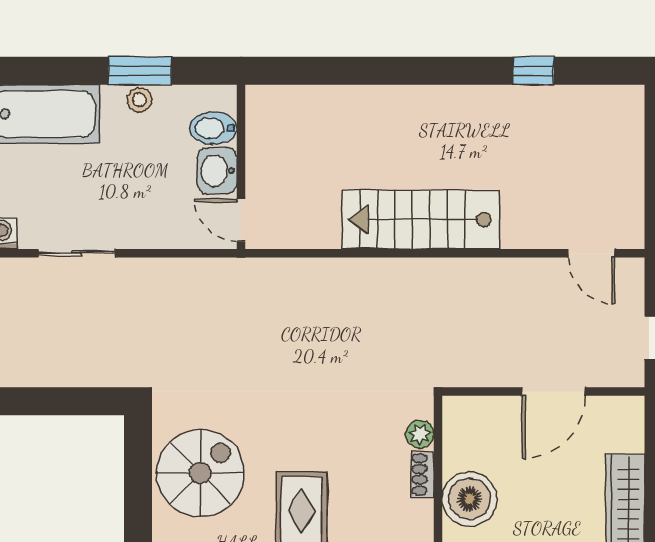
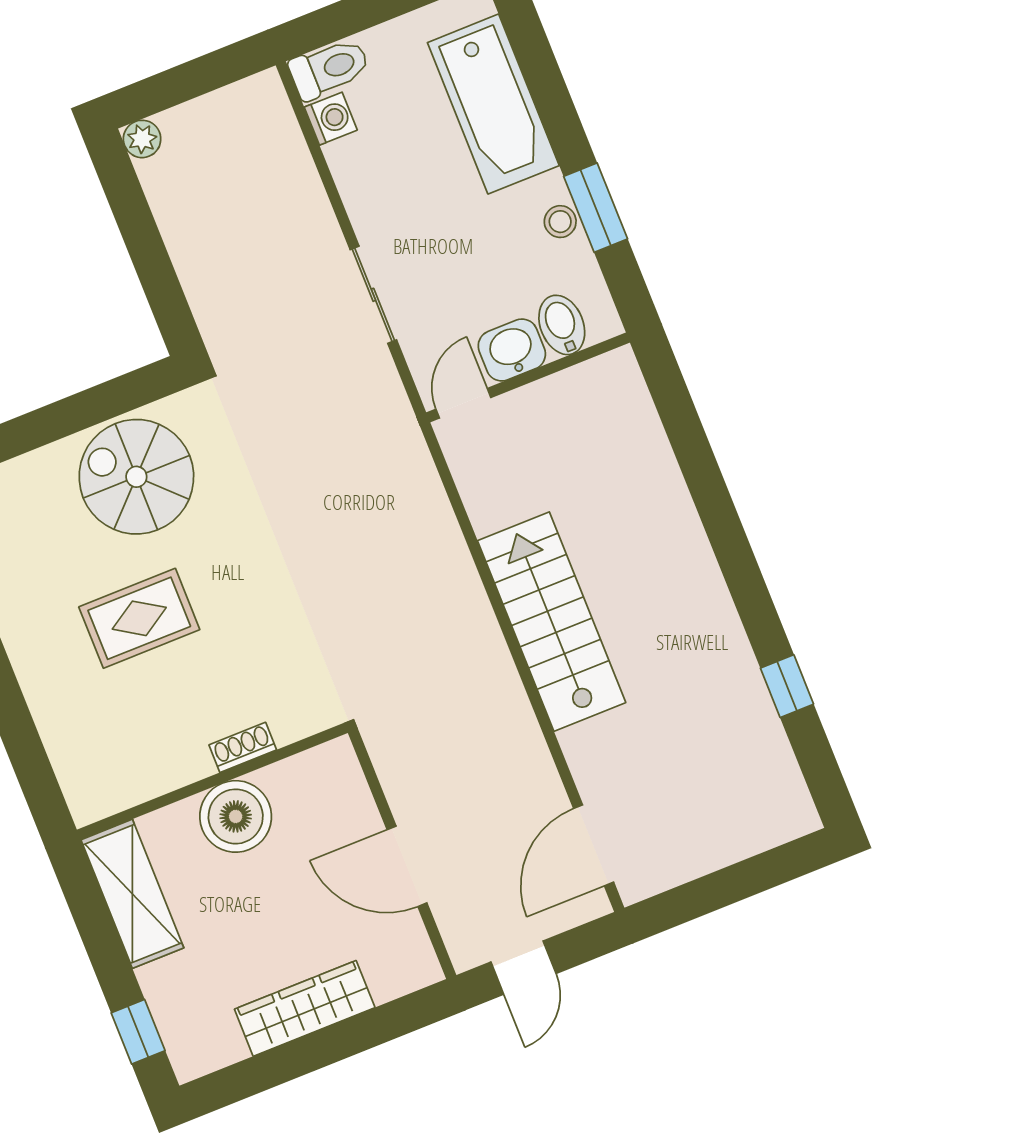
sliding door: (77, 253) -> (373, 295), moved
door: (592, 253) -> (594, 845), width x1.38
plant: (420, 434) -> (290, 725), removed
spiral stairs: (200, 473) -> (136, 477), turned 180

